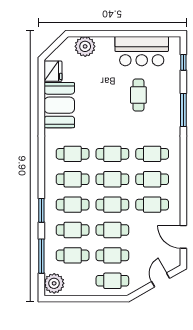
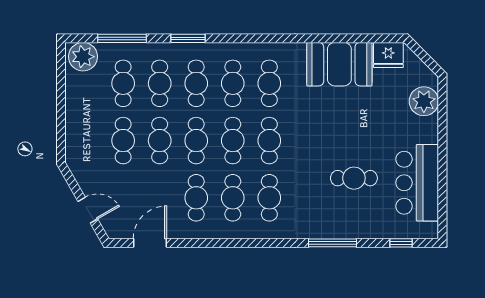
cafe table: (112, 281) -> (87, 141), removed

